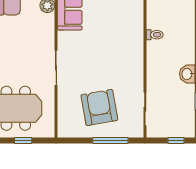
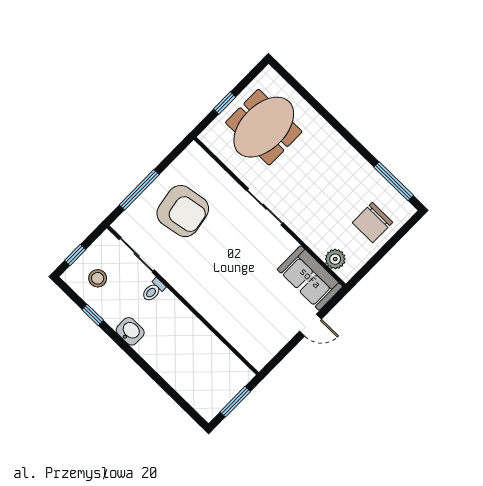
toilet: (155, 35) -> (153, 290), moved
stool: (177, 117) -> (98, 278), added

